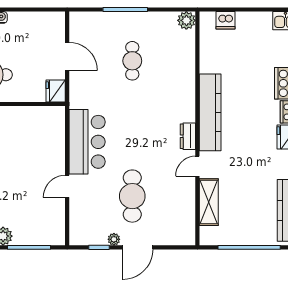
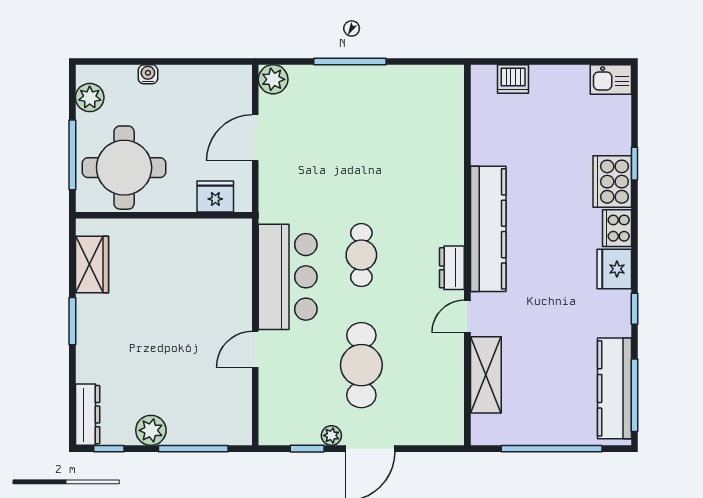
plant: (186, 20) -> (273, 79), moved
door: (67, 56) -> (255, 138), swing flipped
cafe table: (132, 61) -> (361, 255), moved
fridge: (56, 91) -> (215, 196), moved, turned 90

